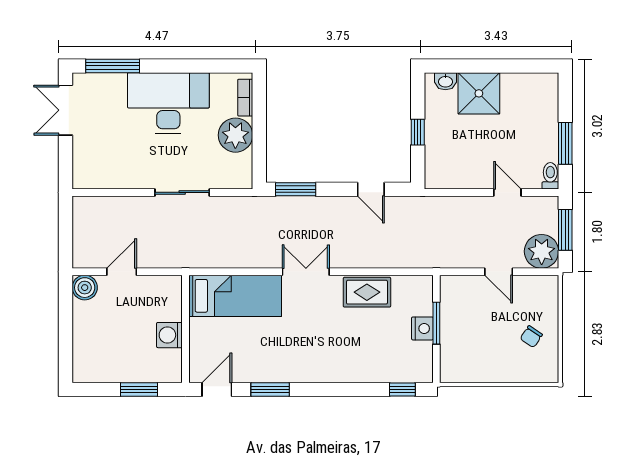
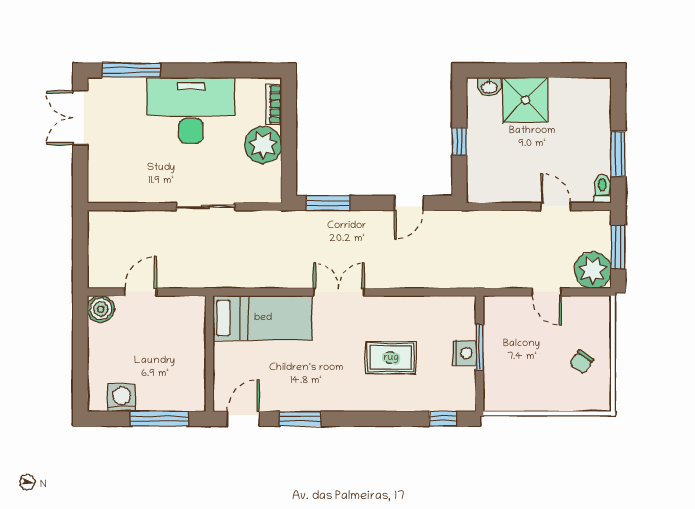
door: (371, 189) -> (409, 203), hinge flipped
rug: (367, 292) -> (391, 358), moved
washing machine: (169, 335) -> (122, 398), moved, turned 90
window: (139, 389) -> (159, 419), width x1.44

